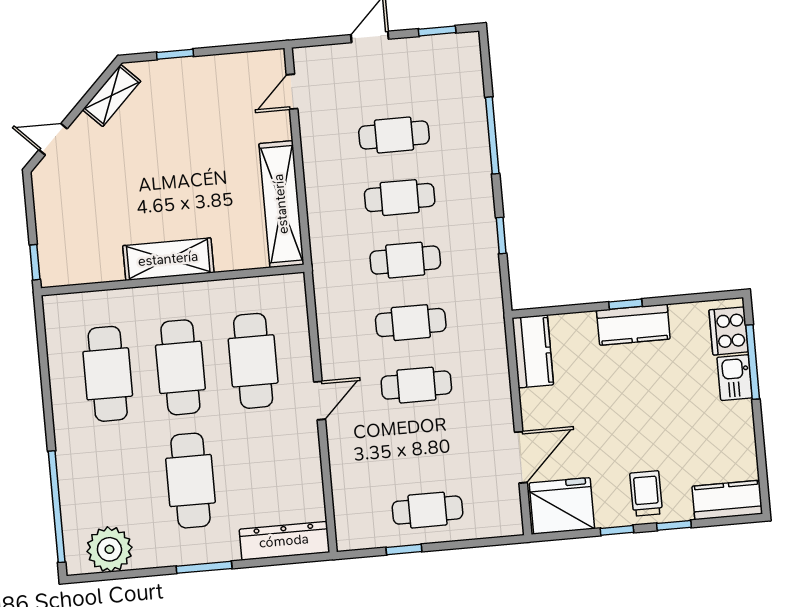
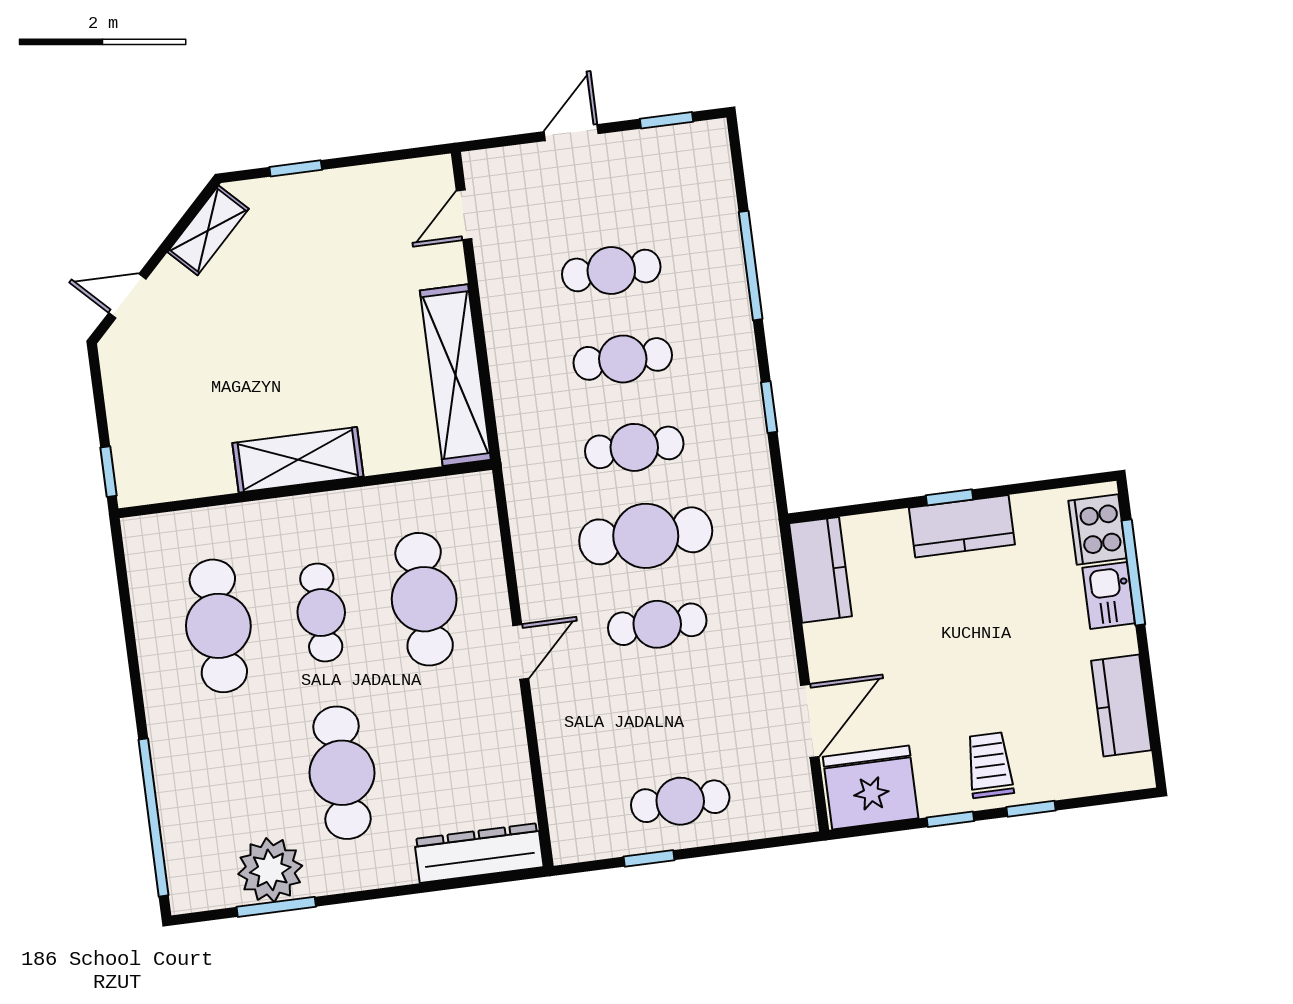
cafe table: (411, 323) -> (646, 536), width x1.37, depth x1.35
cafe table: (180, 367) -> (321, 613), width x0.73, depth x0.74
kitchen counter: (727, 500) -> (1121, 705), moved, turned -90
plant: (109, 549) -> (270, 870), moved
window: (204, 567) -> (276, 907), moved

